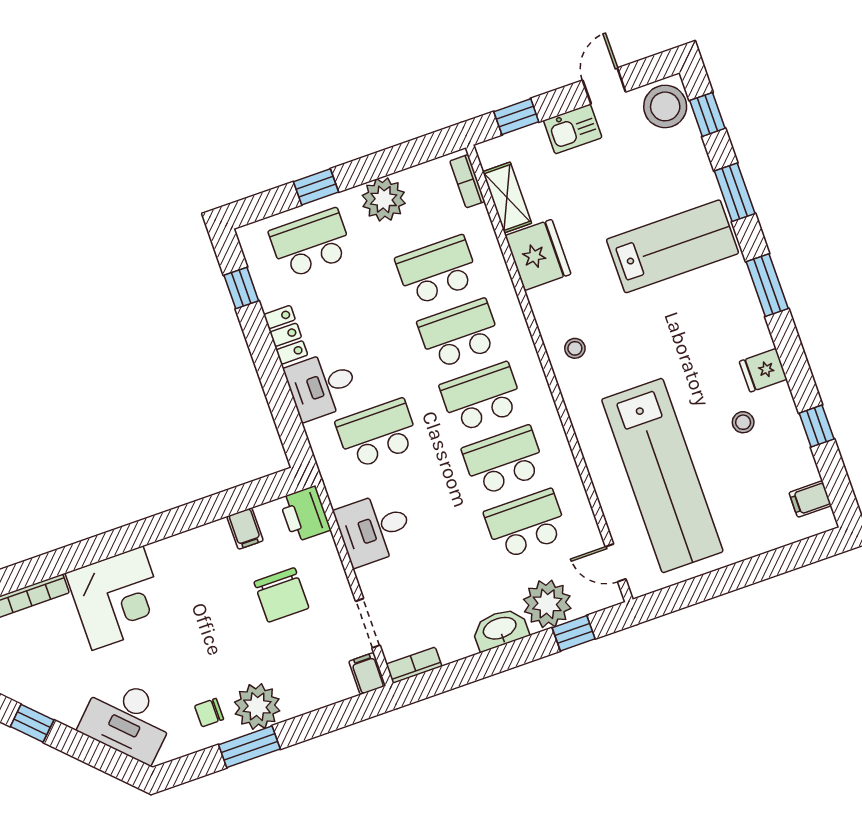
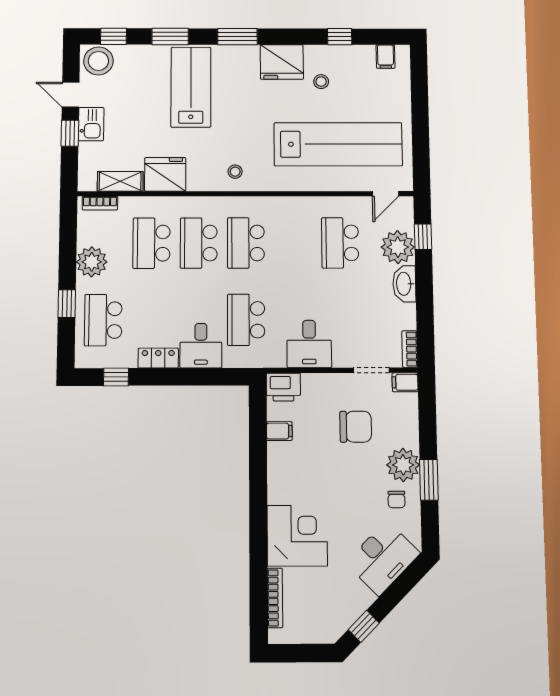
window: (516, 117) -> (70, 133), moved
fridge: (763, 370) -> (282, 62), width x1.88, depth x1.34
school desk: (504, 461) -> (293, 243), removed
chair: (281, 595) -> (356, 427), moved

